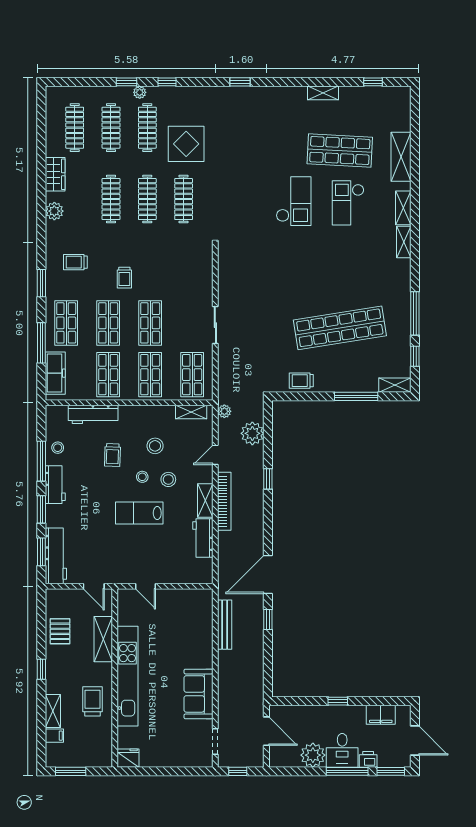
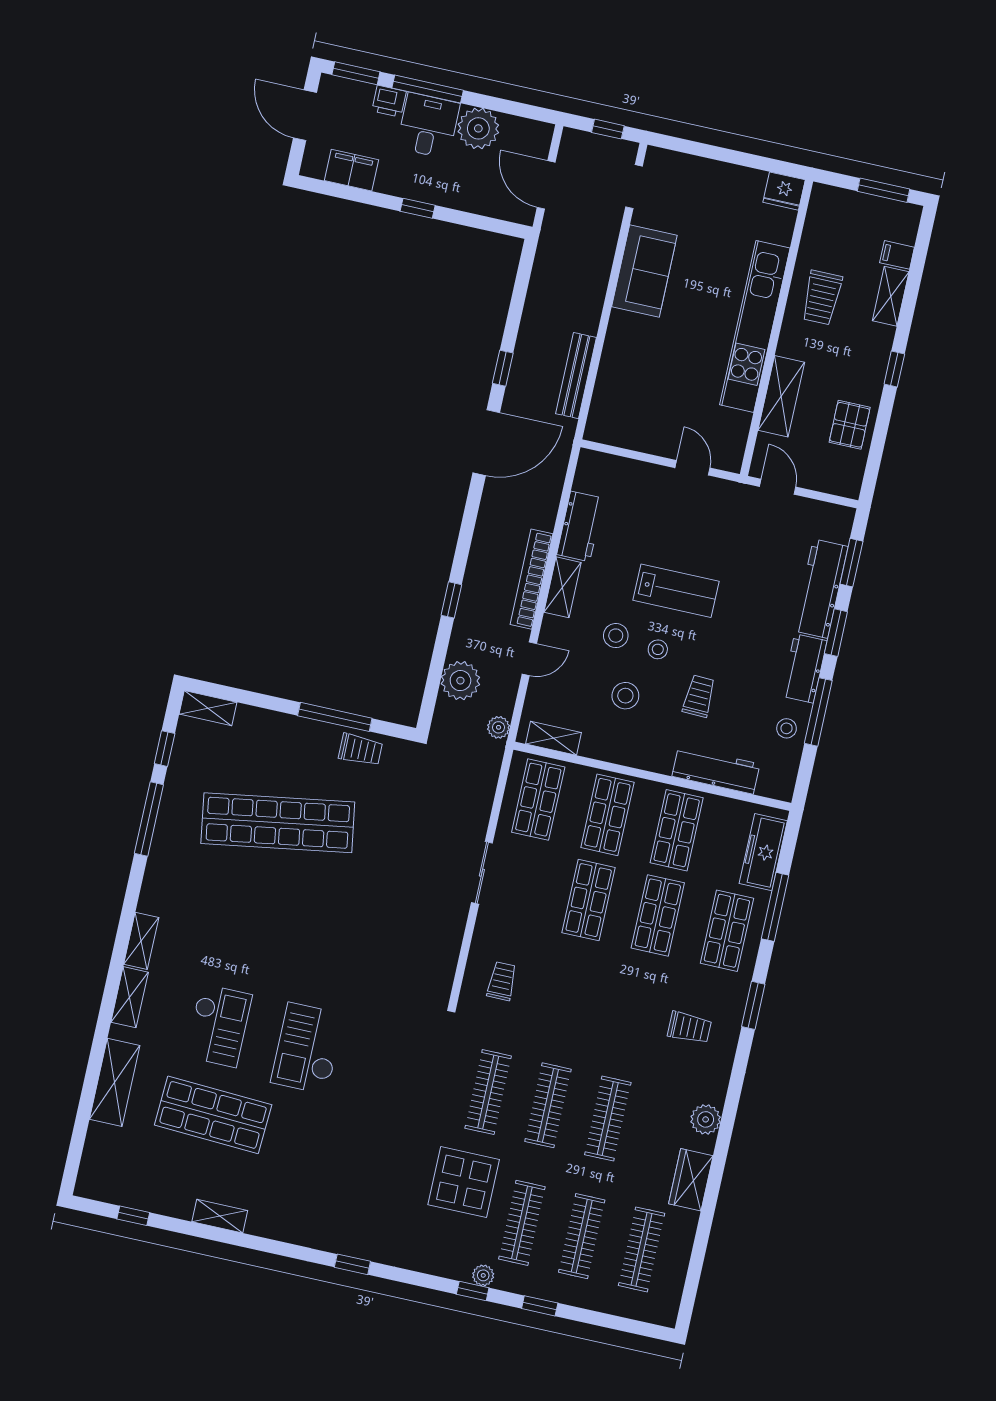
plant: (140, 92) -> (483, 1275), moved
trolley: (124, 278) -> (502, 981), moved
window: (356, 396) -> (335, 717), moved
workbench: (56, 556) -> (821, 589), moved

